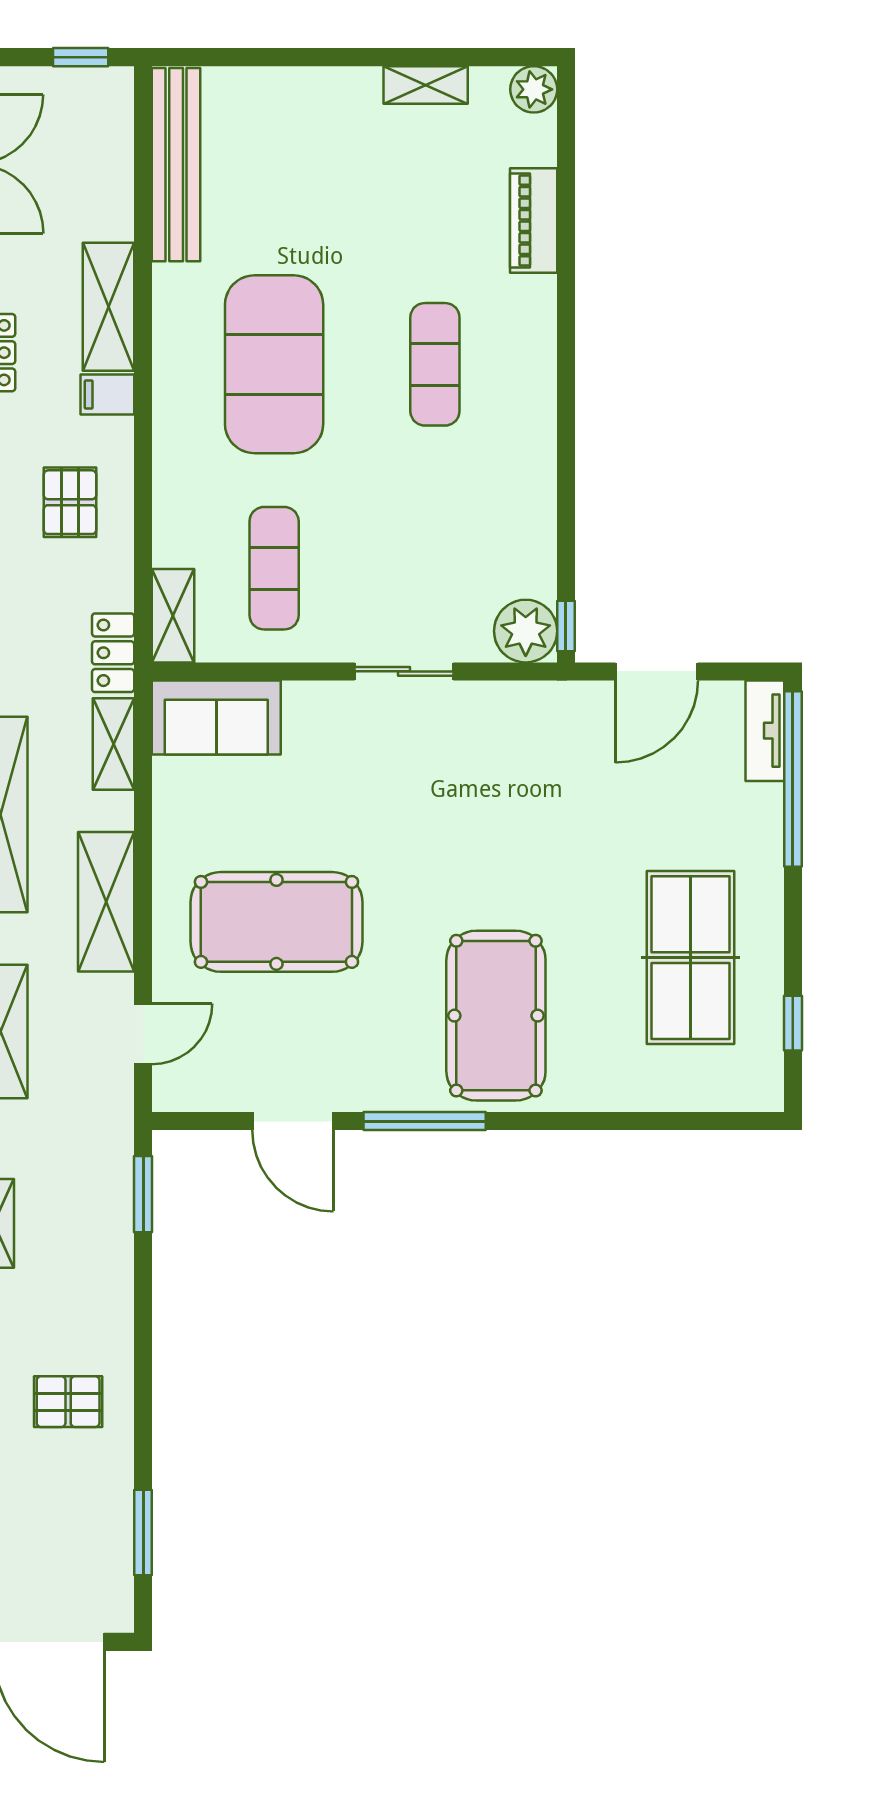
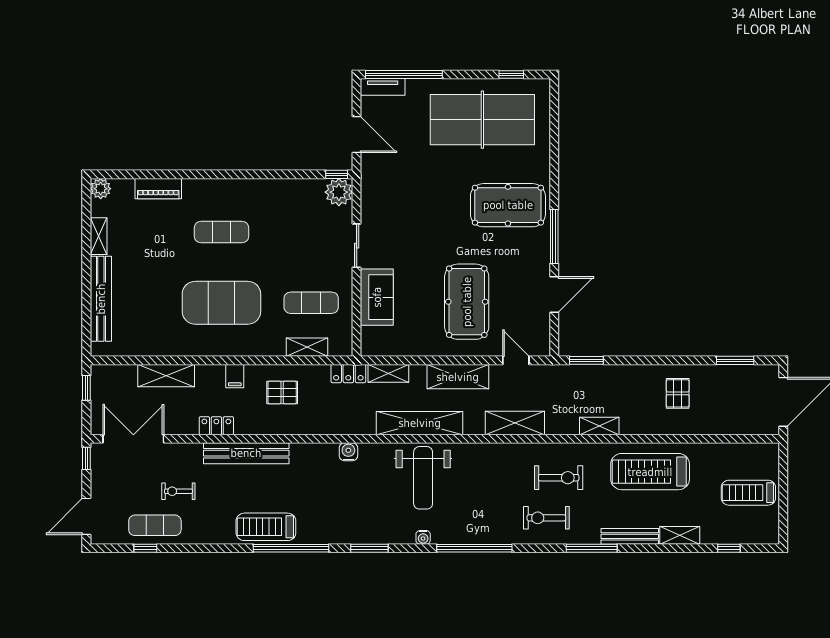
bench: (176, 165) -> (101, 299), moved, turned 90
shelving: (108, 307) -> (166, 376), moved
shelving: (173, 616) -> (307, 347), moved
sofa: (216, 718) -> (377, 297), moved
table tennis table: (690, 958) -> (482, 120), width x1.36, depth x1.32

